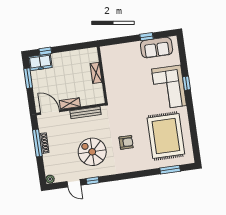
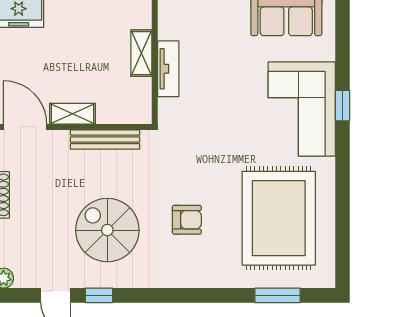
tv unit: (109, 78) -> (168, 69), added

